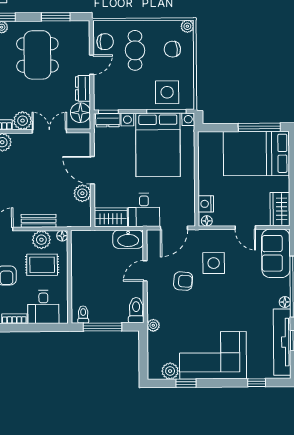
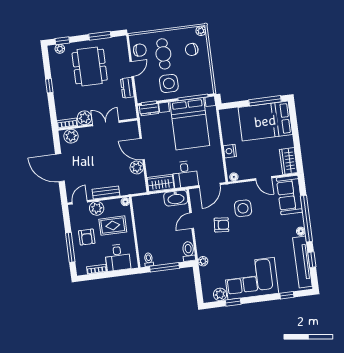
side table: (167, 92) -> (169, 83), moved
floor lamp: (80, 113) -> (128, 106), removed
nightstand: (206, 204) -> (230, 151), moved
plant: (41, 240) -> (97, 208), moved

